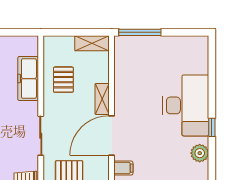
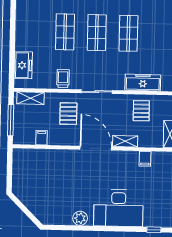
pallet: (63, 80) -> (141, 111), turned 90
window: (212, 127) -> (154, 230), moved
filing cabinet: (123, 168) -> (145, 159), moved

